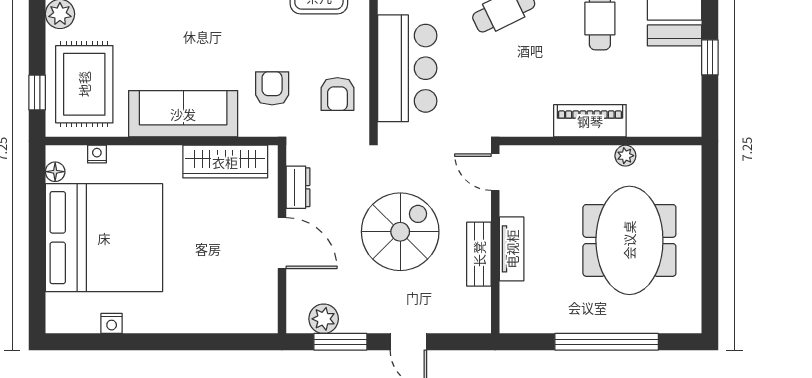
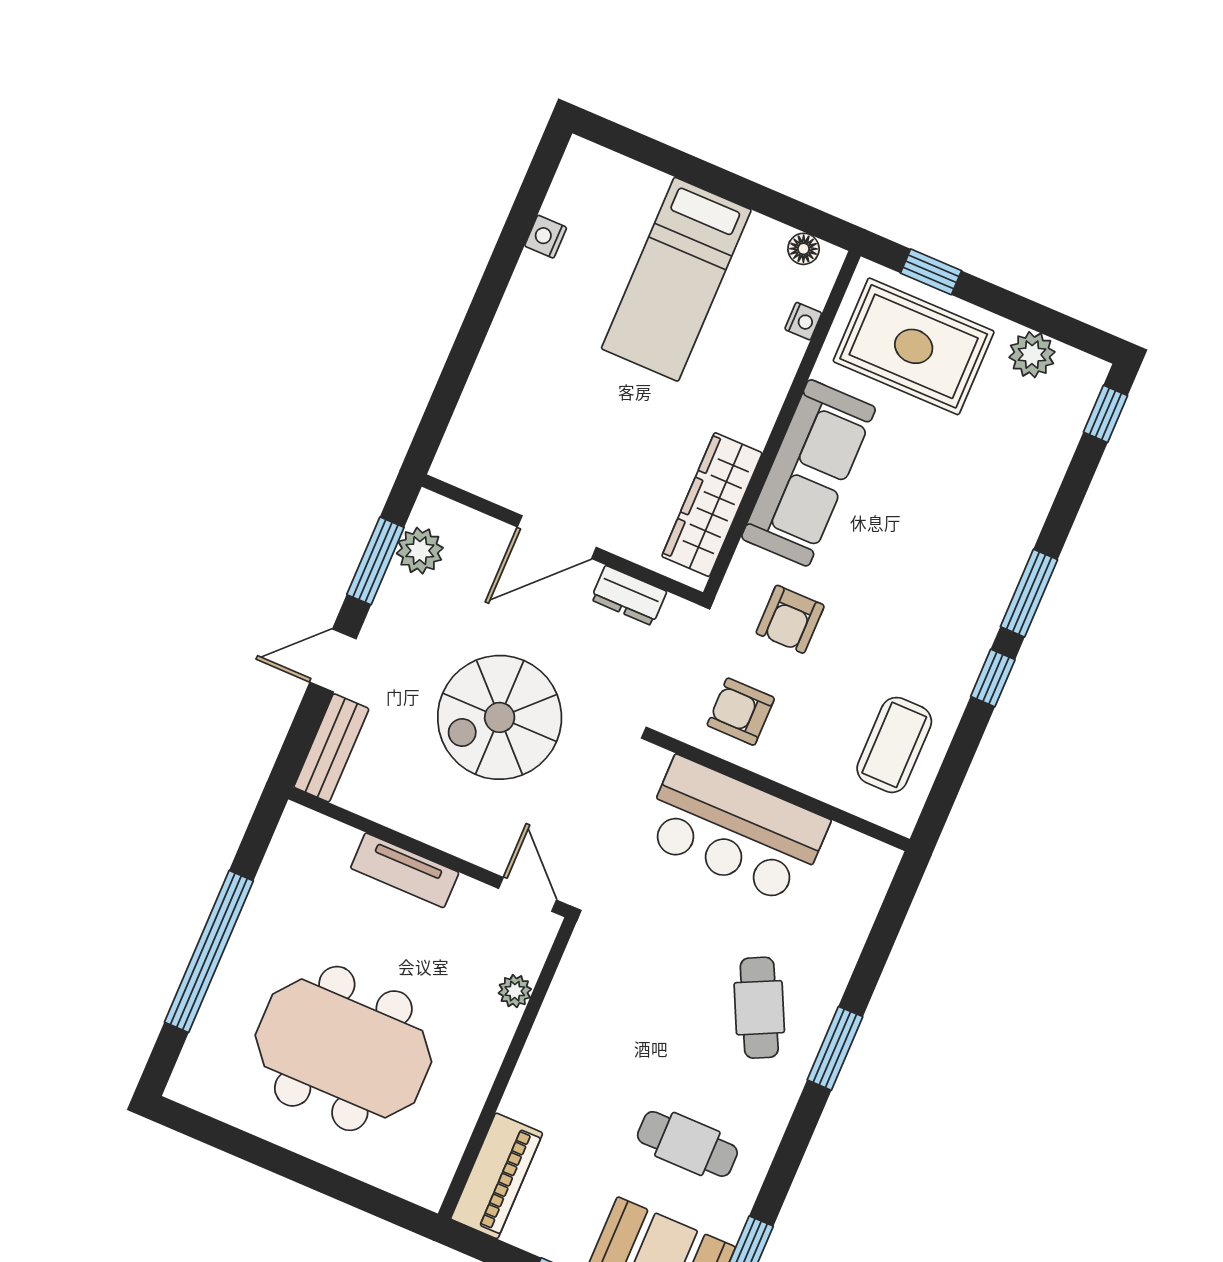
armchair: (272, 88) -> (790, 619), turned 90
piano: (590, 121) -> (497, 1176), moved
plant: (625, 156) -> (515, 991), moved
door: (495, 172) -> (528, 894), hinge flipped
spiral stairs: (400, 232) -> (500, 717), turned 90
bed: (104, 238) -> (676, 279), width x0.49
bench: (479, 254) -> (331, 748), moved, turned 90

